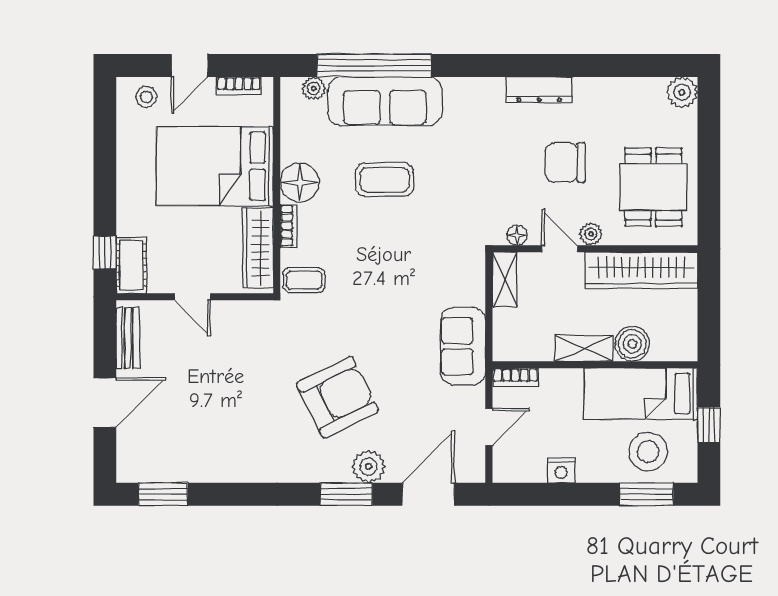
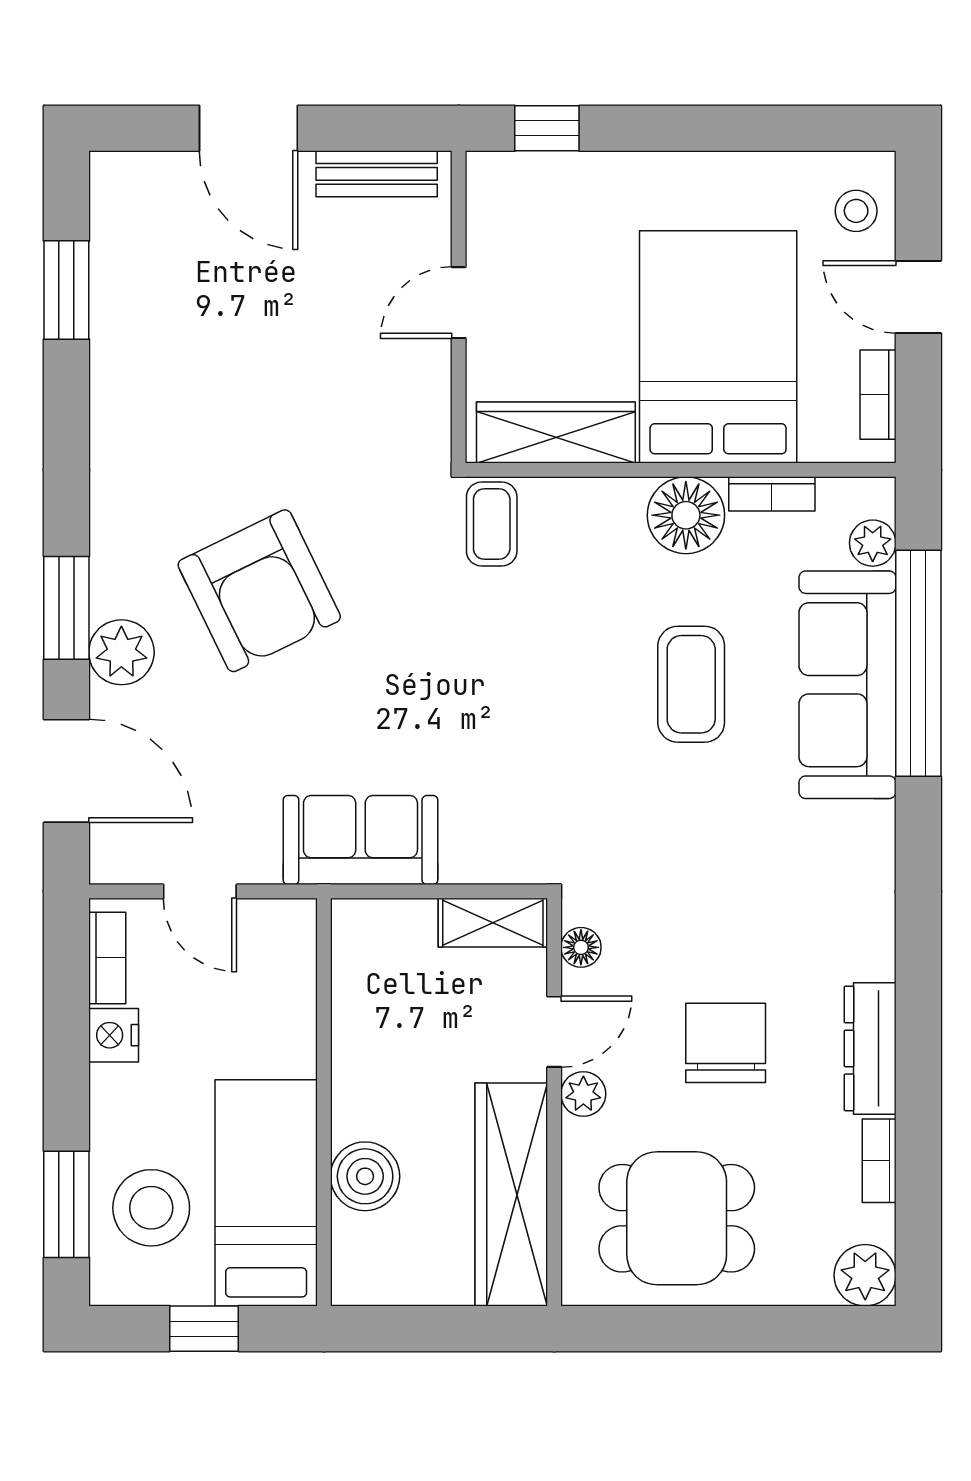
bookcase: (624, 85) -> (879, 1161), added
dresser: (539, 90) -> (870, 1048), moved
bookcase: (289, 226) -> (772, 494), moved
cot: (131, 265) -> (521, 181), removed
shelving: (584, 348) -> (356, 1080), removed
bookcase: (515, 377) -> (107, 958), moved, turned 180
window: (163, 494) -> (66, 290), moved

